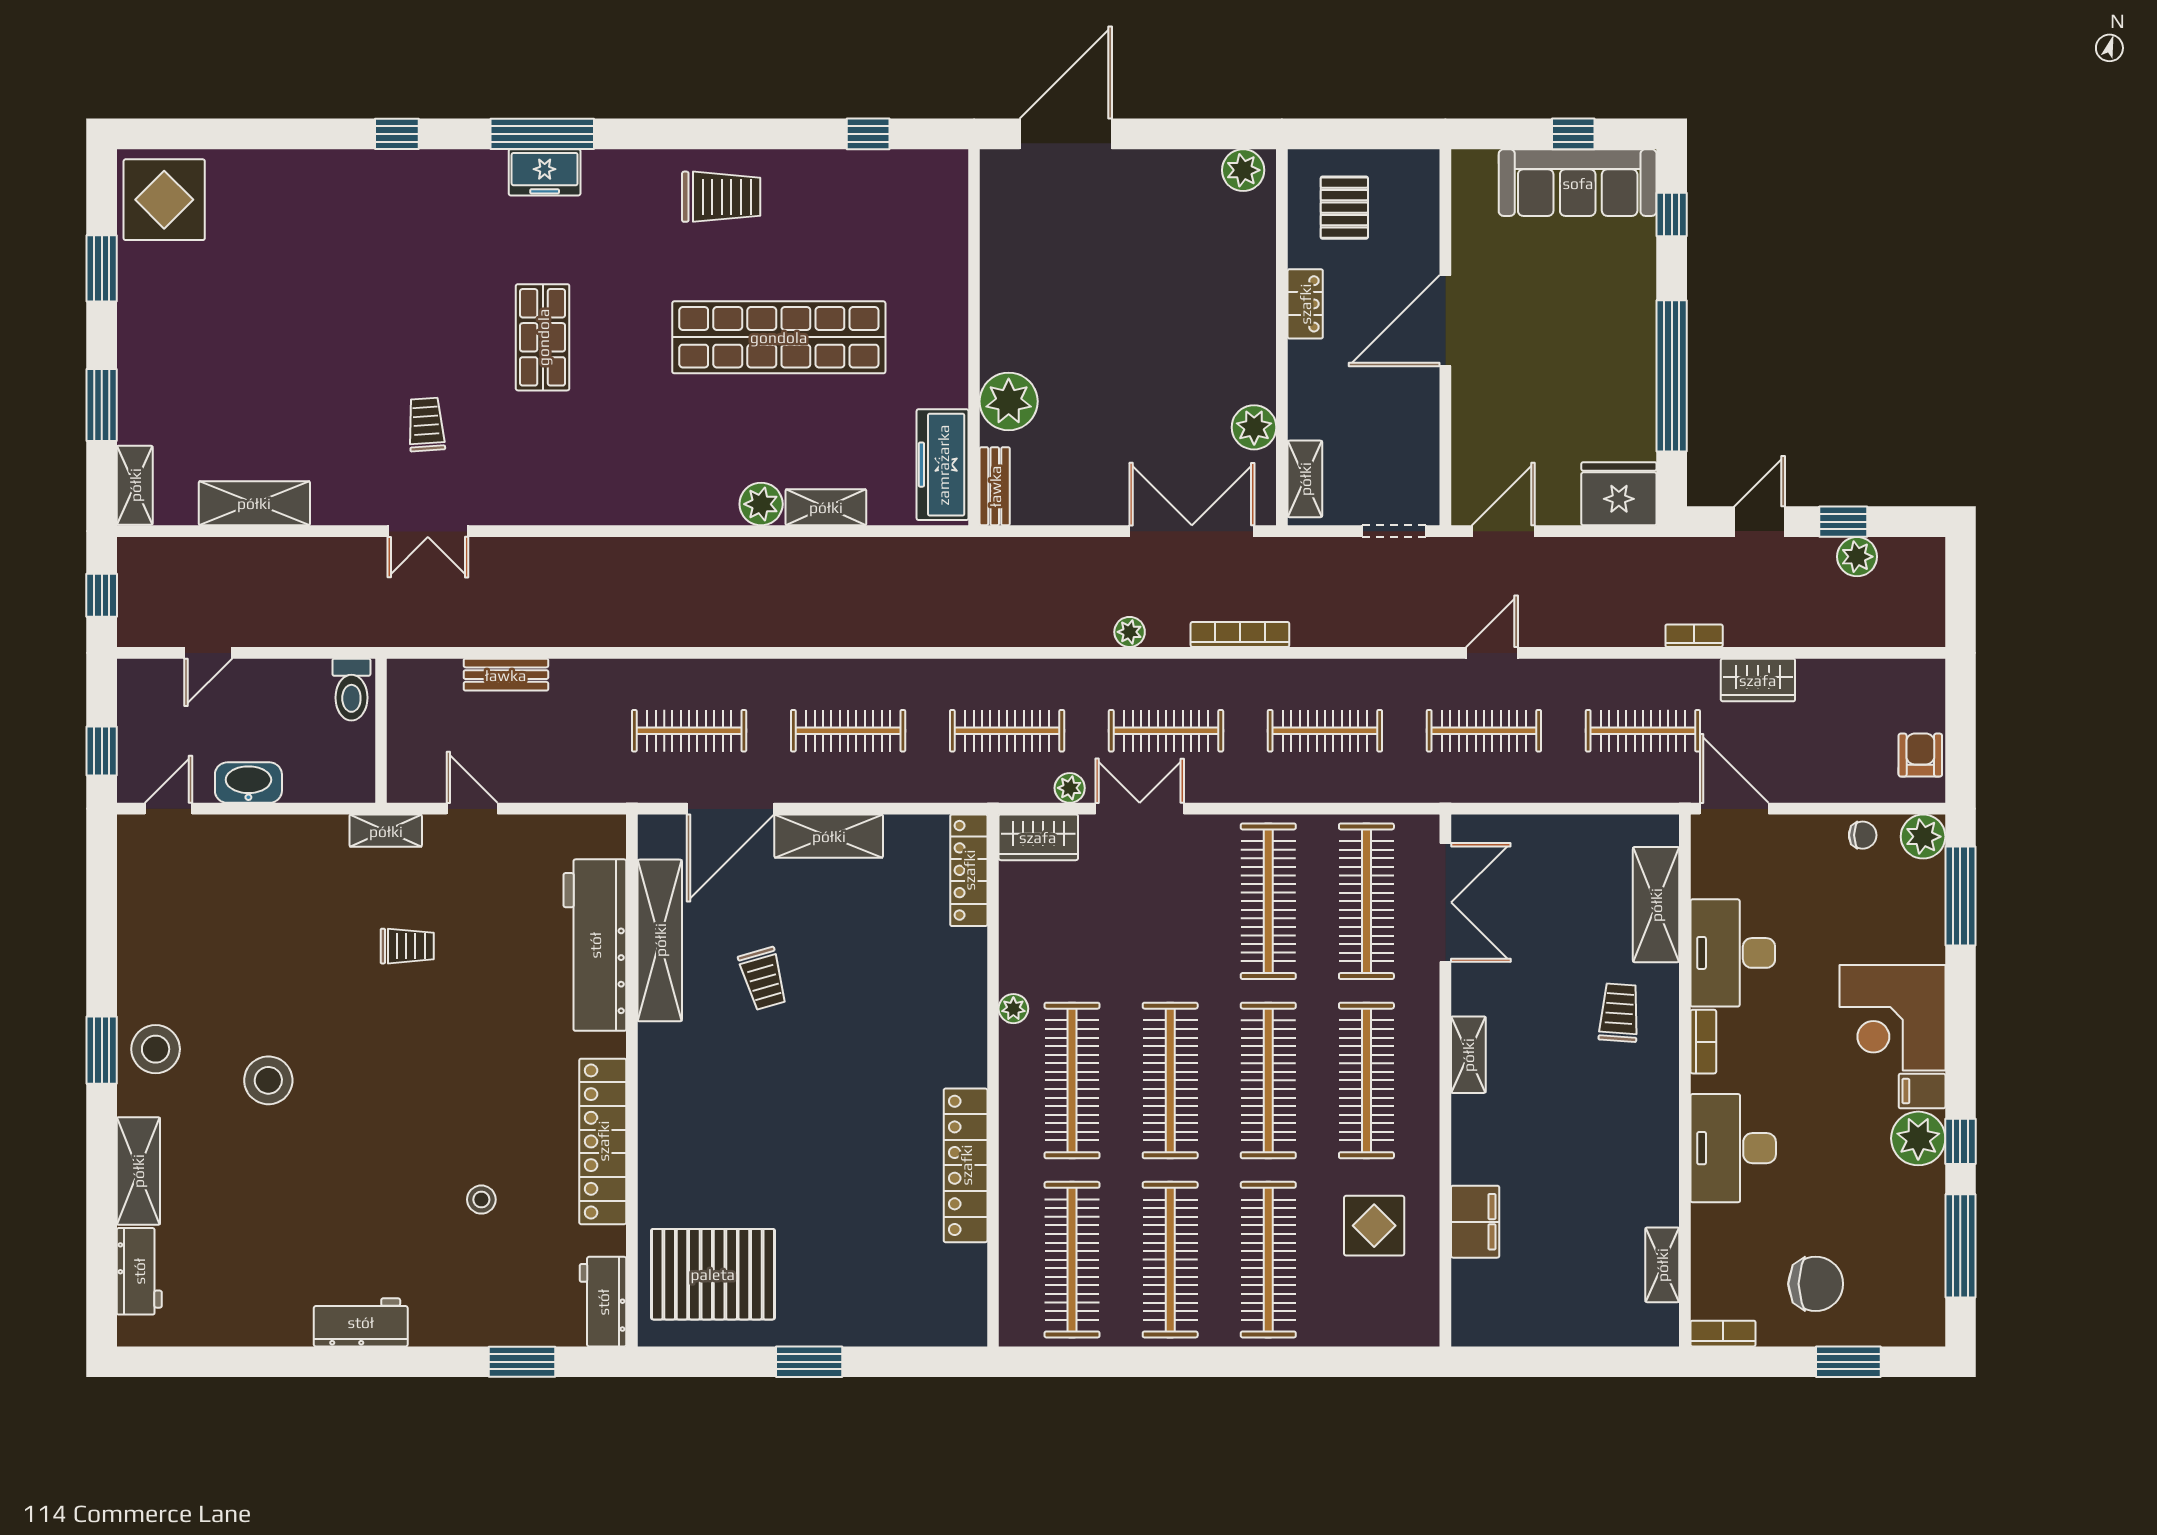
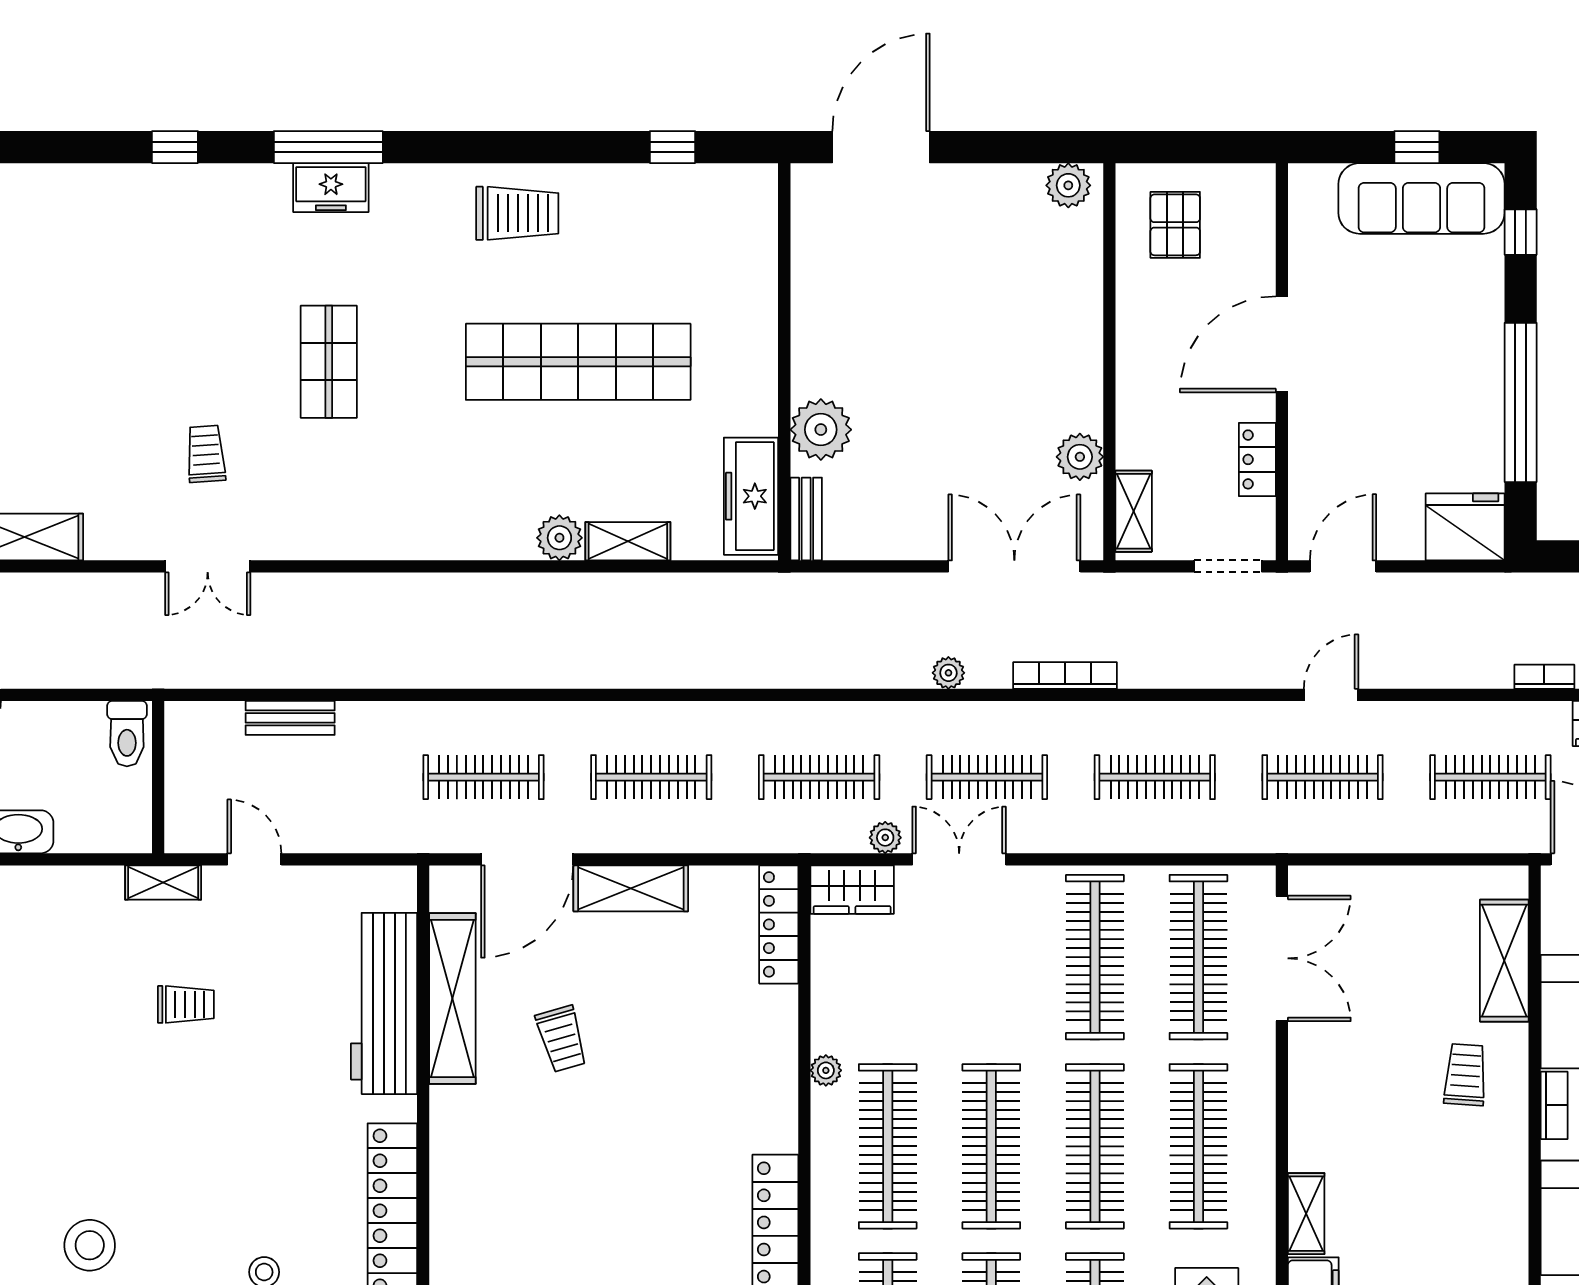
locker: (1305, 304) -> (1257, 459), moved, turned 180
shelving: (1468, 1055) -> (1306, 1214), moved
stool: (268, 1080) -> (90, 1245), moved

